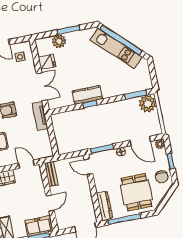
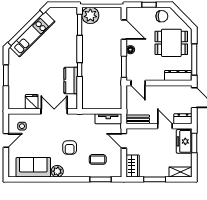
plant: (59, 41) -> (15, 87), removed
kitchen counter: (87, 95) -> (71, 81), moved
tv unit: (40, 116) -> (108, 119), moved
door: (140, 141) -> (124, 30), hinge flipped
plant: (160, 144) -> (131, 12), removed
door: (26, 164) -> (124, 141), hinge flipped
door: (88, 167) -> (138, 83), hinge flipped
dresser: (61, 220) -> (183, 119), added

